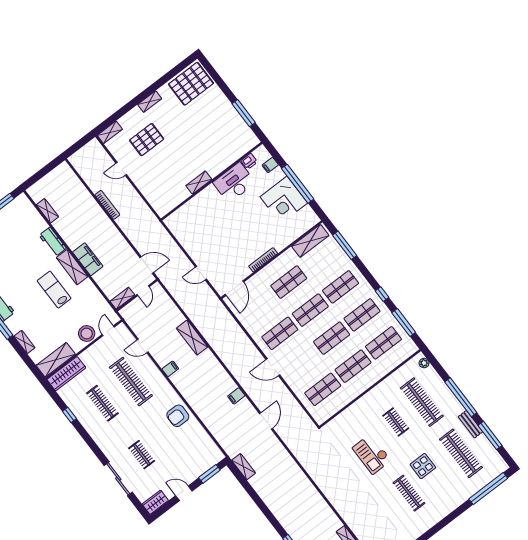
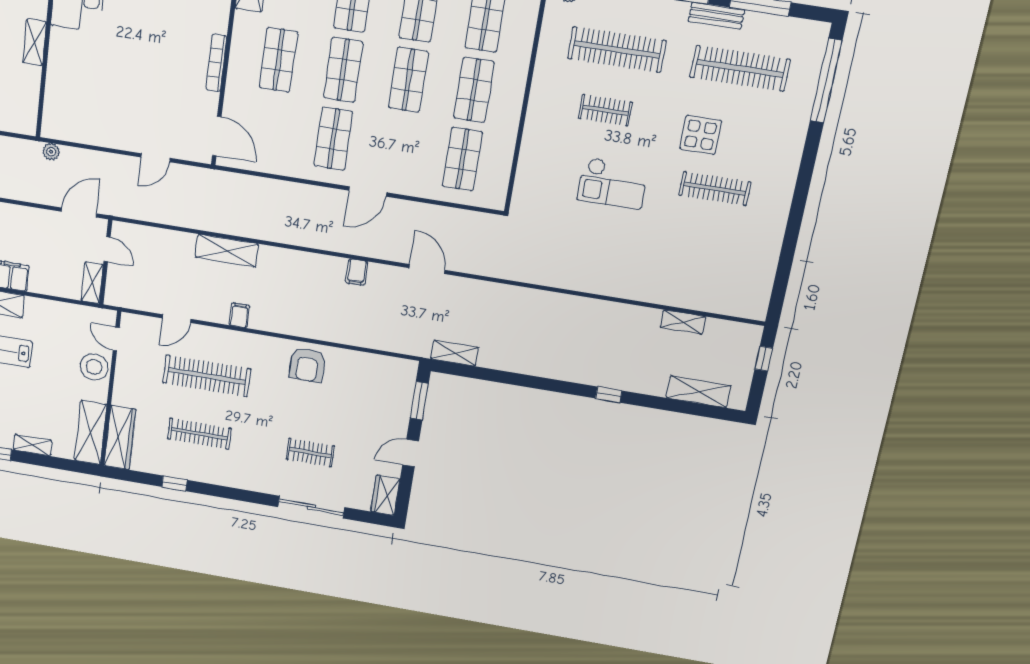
plant: (161, 230) -> (51, 152), added

